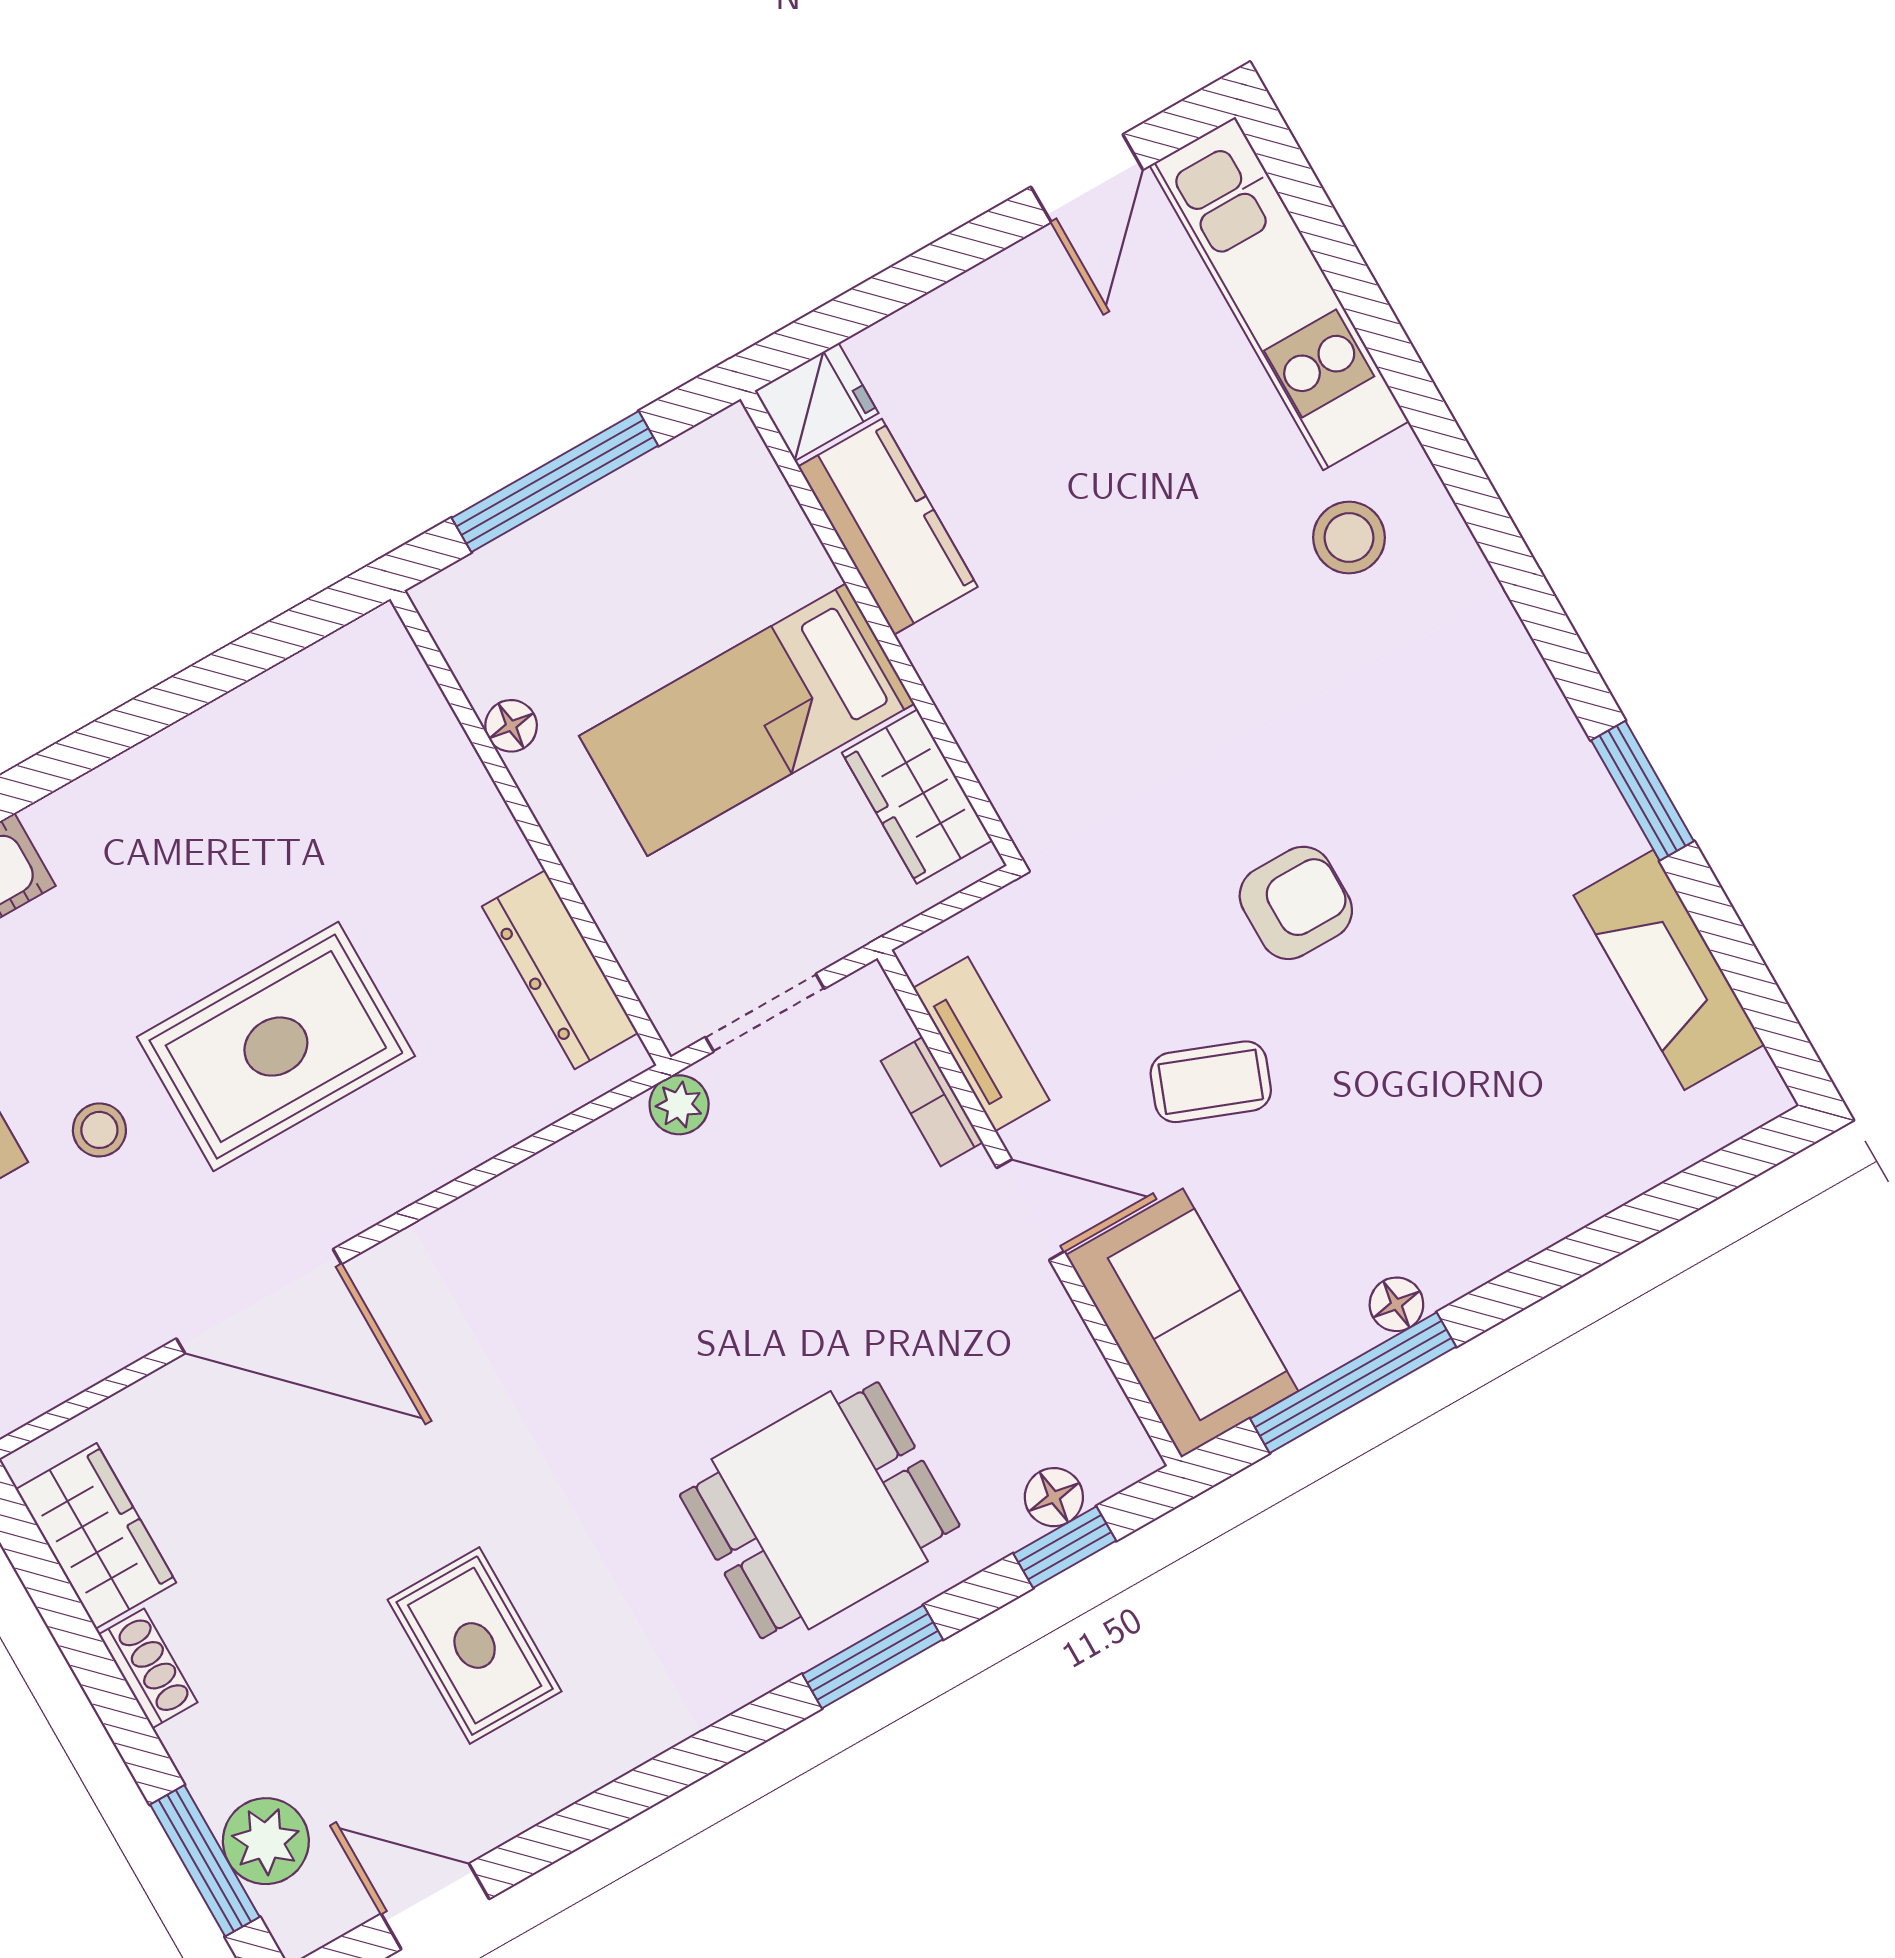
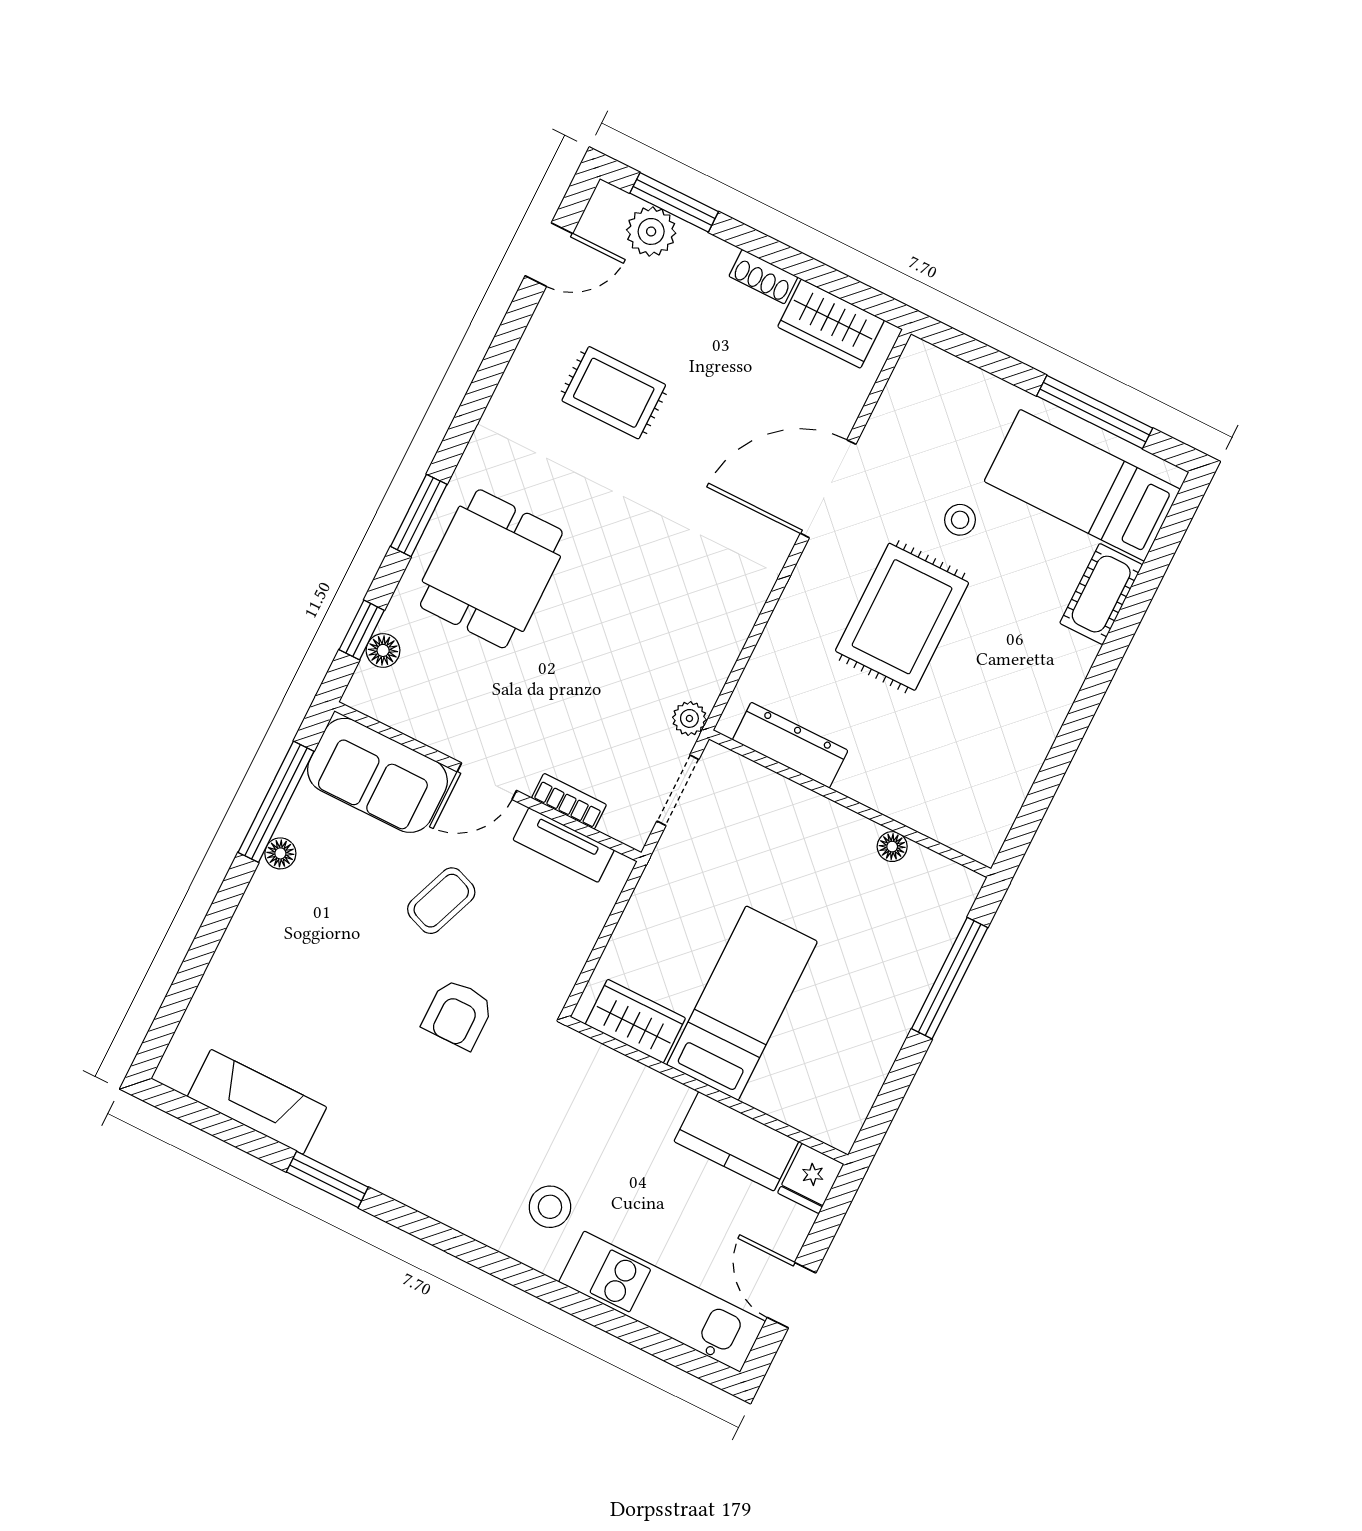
fridge: (817, 402) -> (811, 1178), moved
kitchen counter: (888, 527) -> (736, 1141), moved
wall: (881, 628) -> (707, 1090), moved
bed: (747, 720) -> (742, 1003), moved
wardrobe: (917, 796) -> (635, 1021), moved

